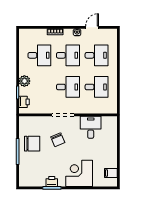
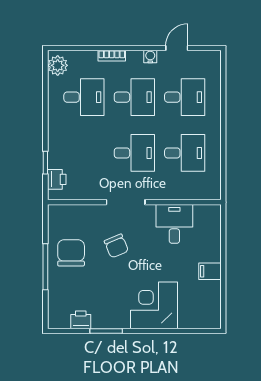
plant: (24, 81) -> (58, 65), moved
chair: (32, 144) -> (71, 253), turned -90
filing cabinet: (111, 173) -> (210, 271), moved
printer: (52, 182) -> (81, 320), moved

